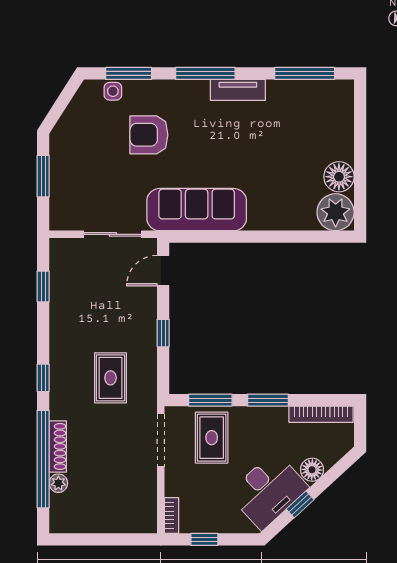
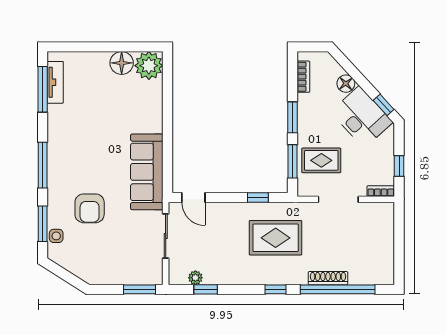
tv unit: (238, 90) -> (55, 82), moved
window: (43, 176) -> (139, 289), moved
window: (163, 333) -> (258, 198), moved
rug: (111, 378) -> (276, 238), width x1.36, depth x1.43
bookcase: (321, 414) -> (303, 77), width x0.64
doorway: (161, 440) -> (338, 199), moved
plant: (58, 483) -> (195, 278), moved
window: (300, 504) -> (384, 105), moved

